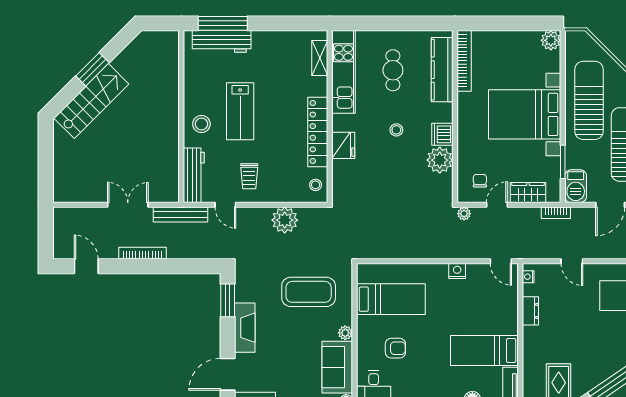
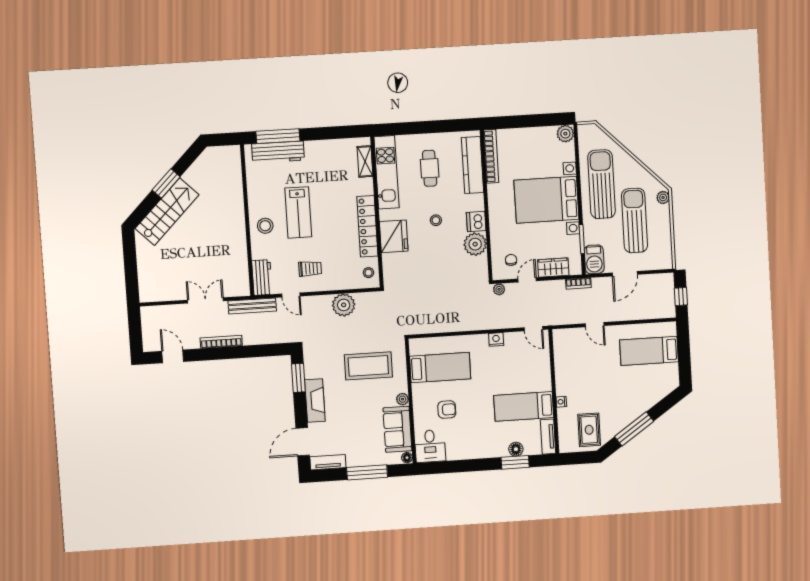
fridge: (343, 145) -> (394, 236), width x1.36, depth x1.34
workbench: (194, 175) -> (262, 277), width x0.73
trolley: (249, 176) -> (310, 269), turned -90
nightstand: (528, 277) -> (561, 402), moved
dresser: (530, 311) -> (561, 370), removed

